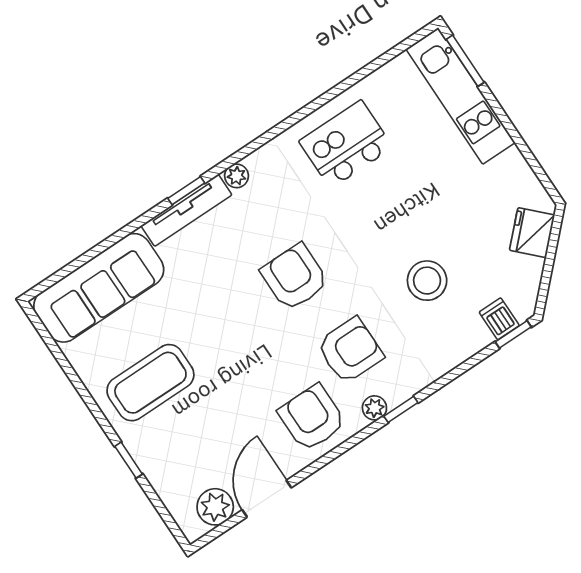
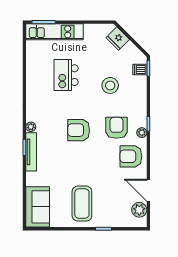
kitchen island: (346, 144) -> (66, 75), moved
sofa: (99, 288) -> (38, 207), width x0.73

